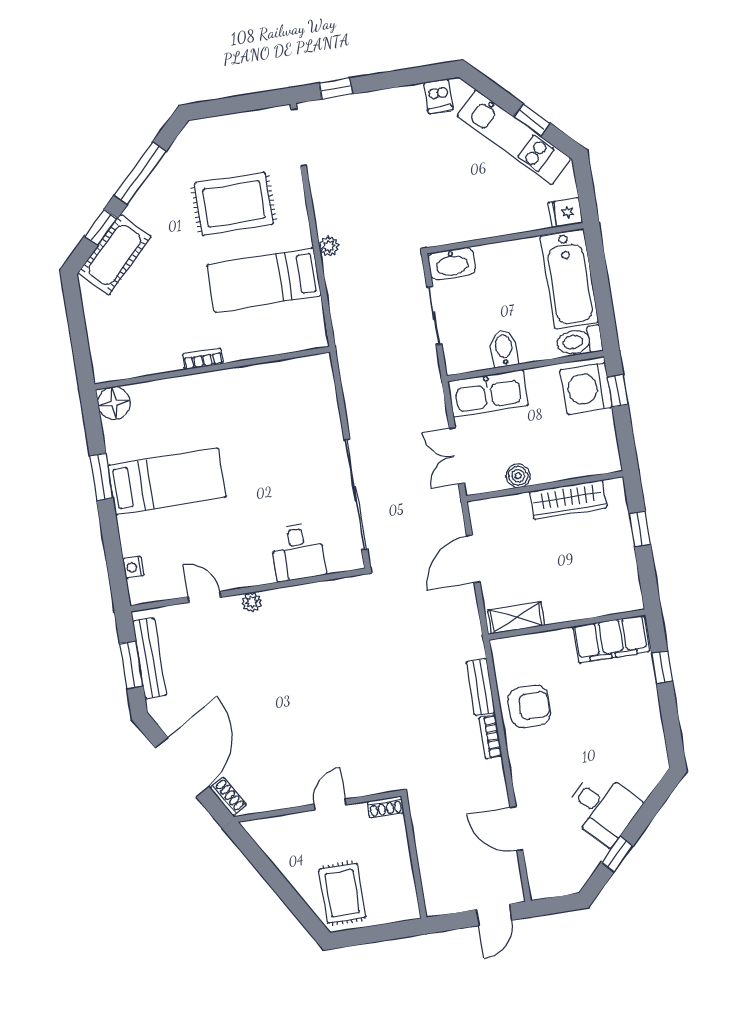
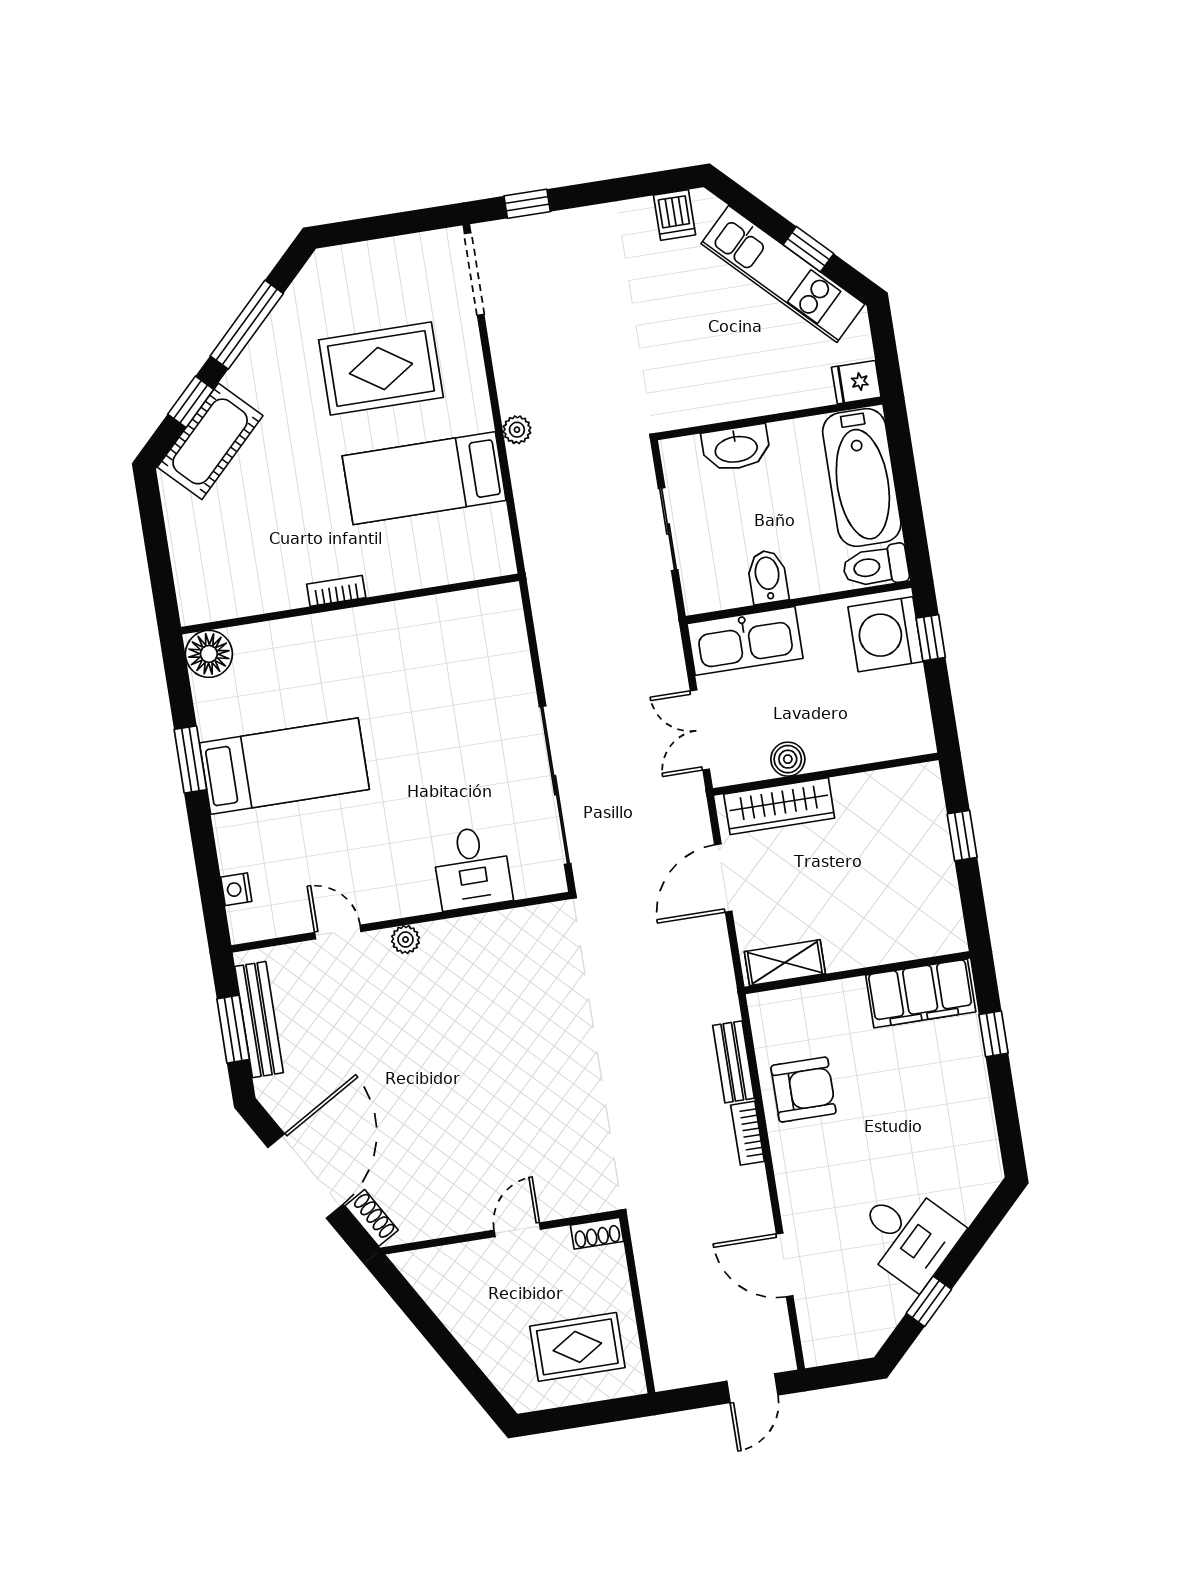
washbasin: (452, 264) -> (736, 448), moved
wardrobe: (568, 500) -> (779, 806), moved
rug: (342, 893) -> (577, 1347), moved, turned 90

